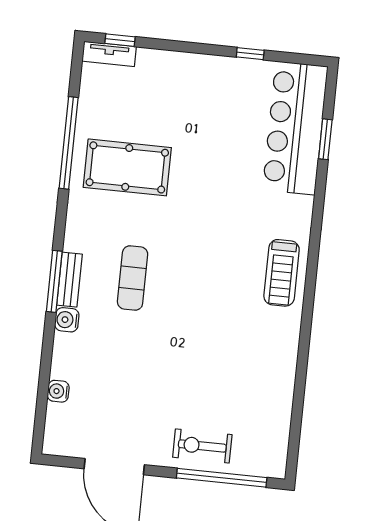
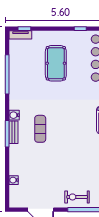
pool table: (127, 167) -> (56, 63), moved, turned 90
water cooler: (67, 320) -> (14, 115), moved

